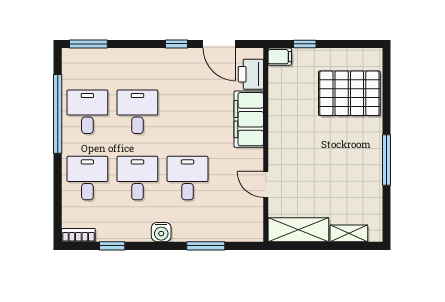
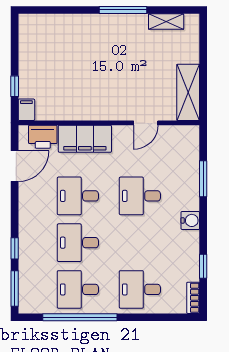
window: (177, 44) -> (15, 248), moved
pallet: (349, 93) -> (61, 45), removed
desk: (137, 178) -> (78, 196), moved
shelving: (349, 233) -> (166, 22), moved, turned 90

